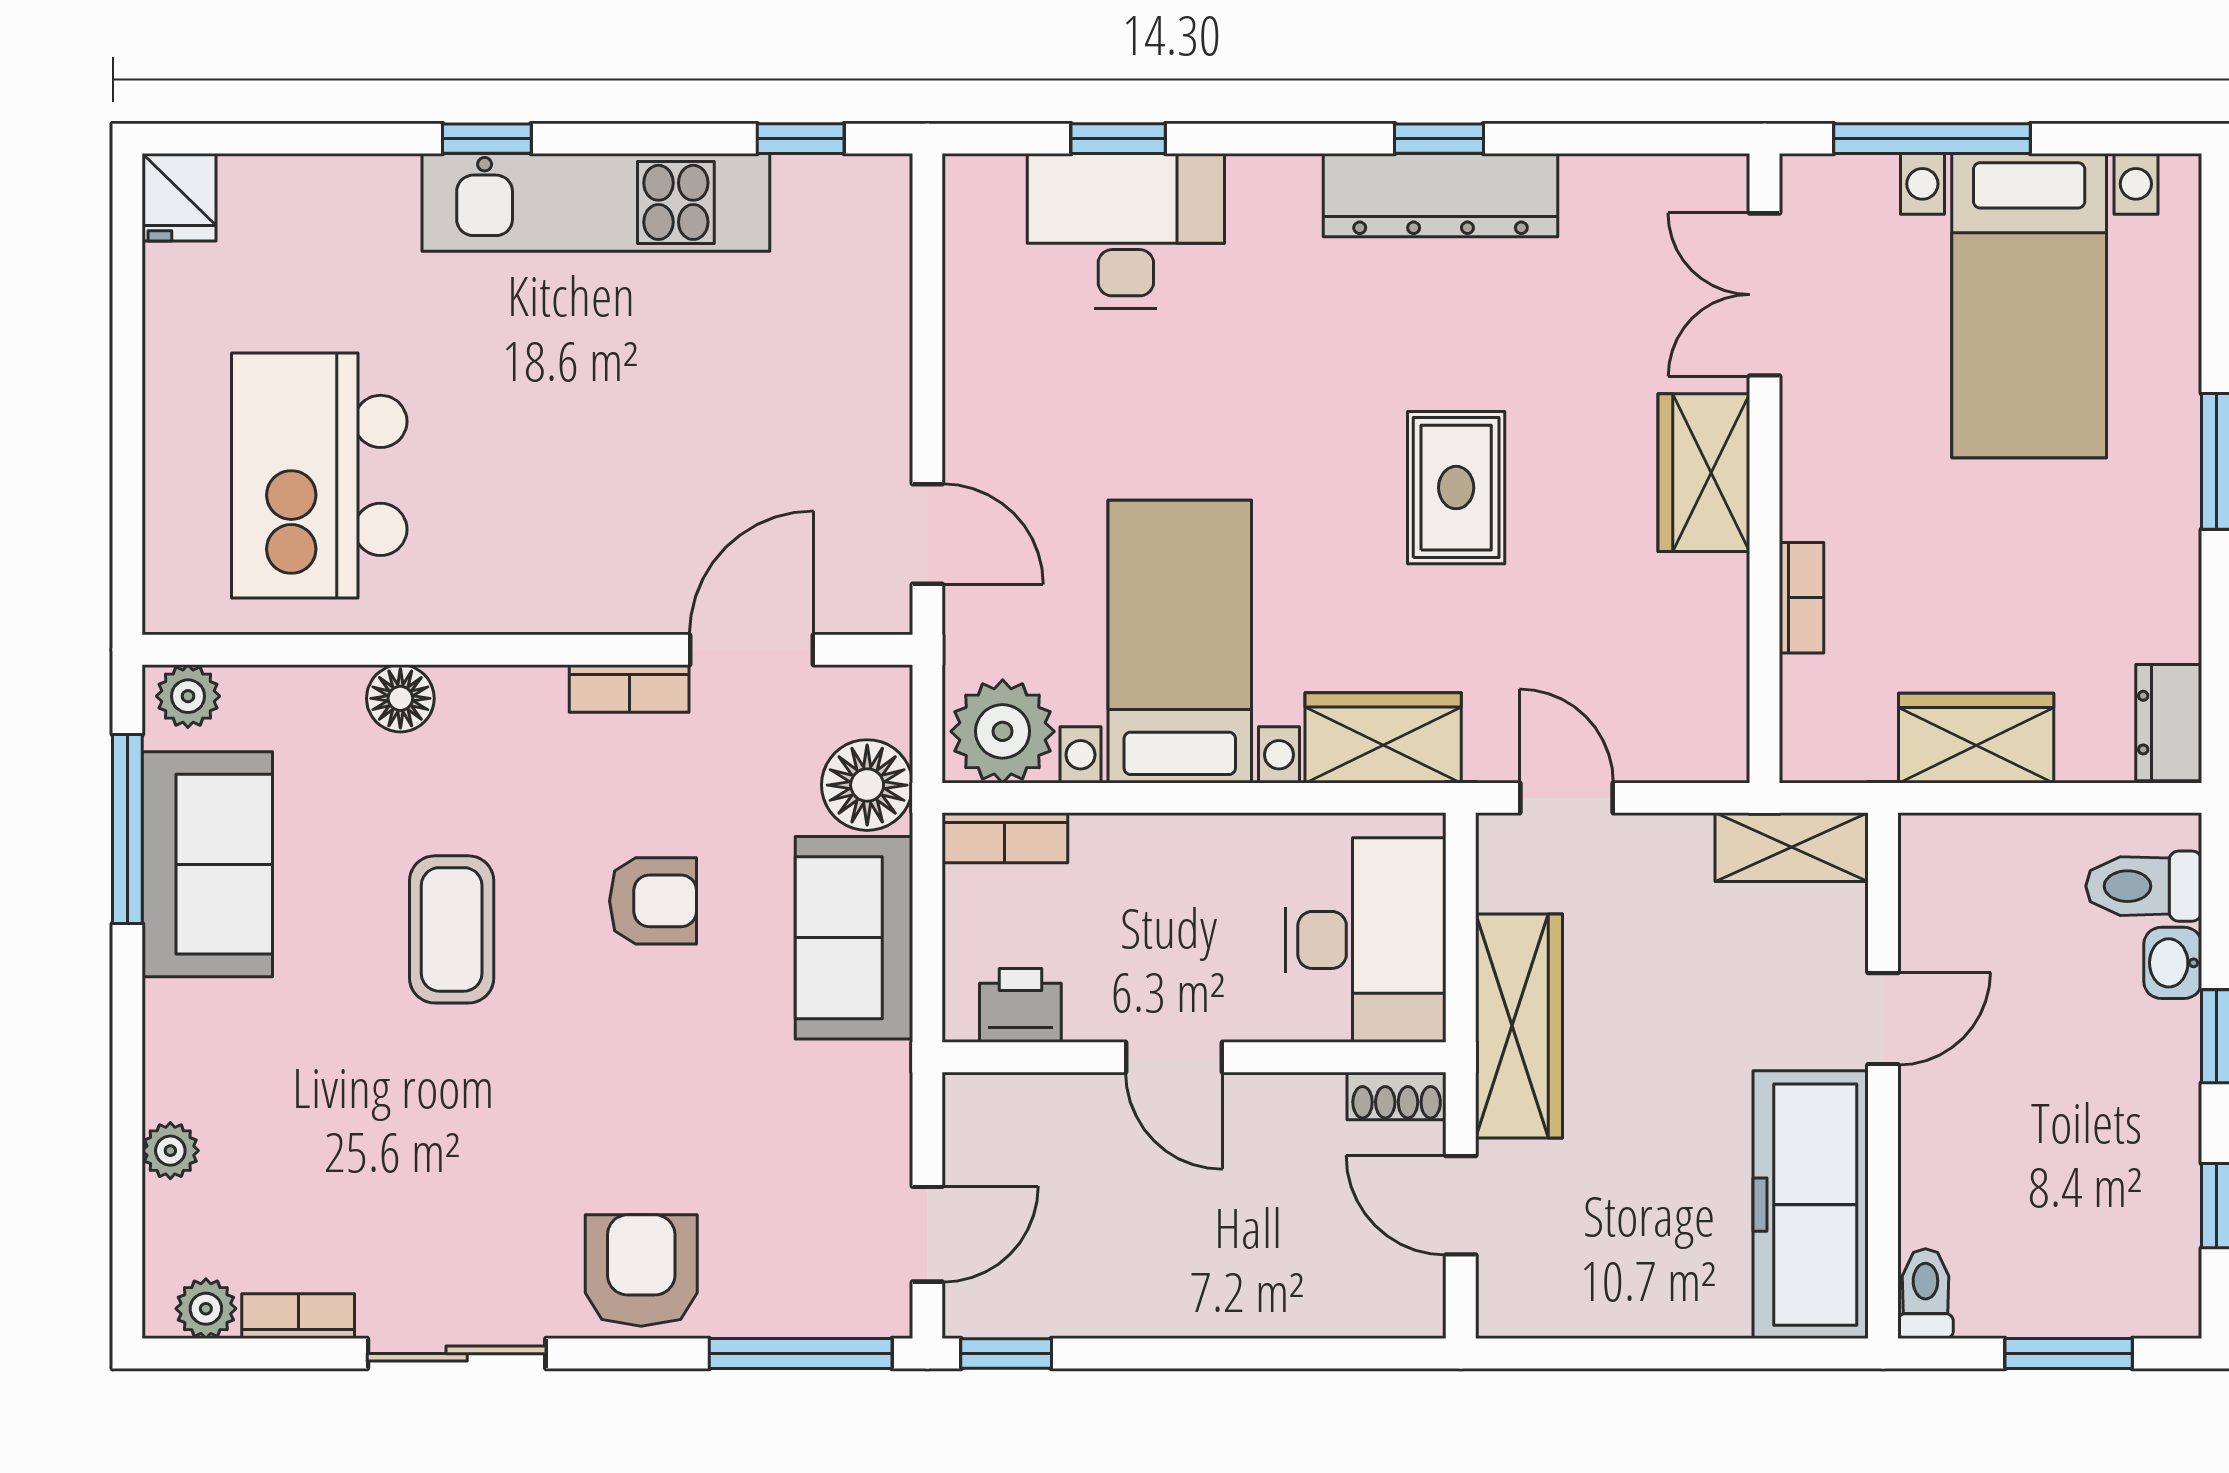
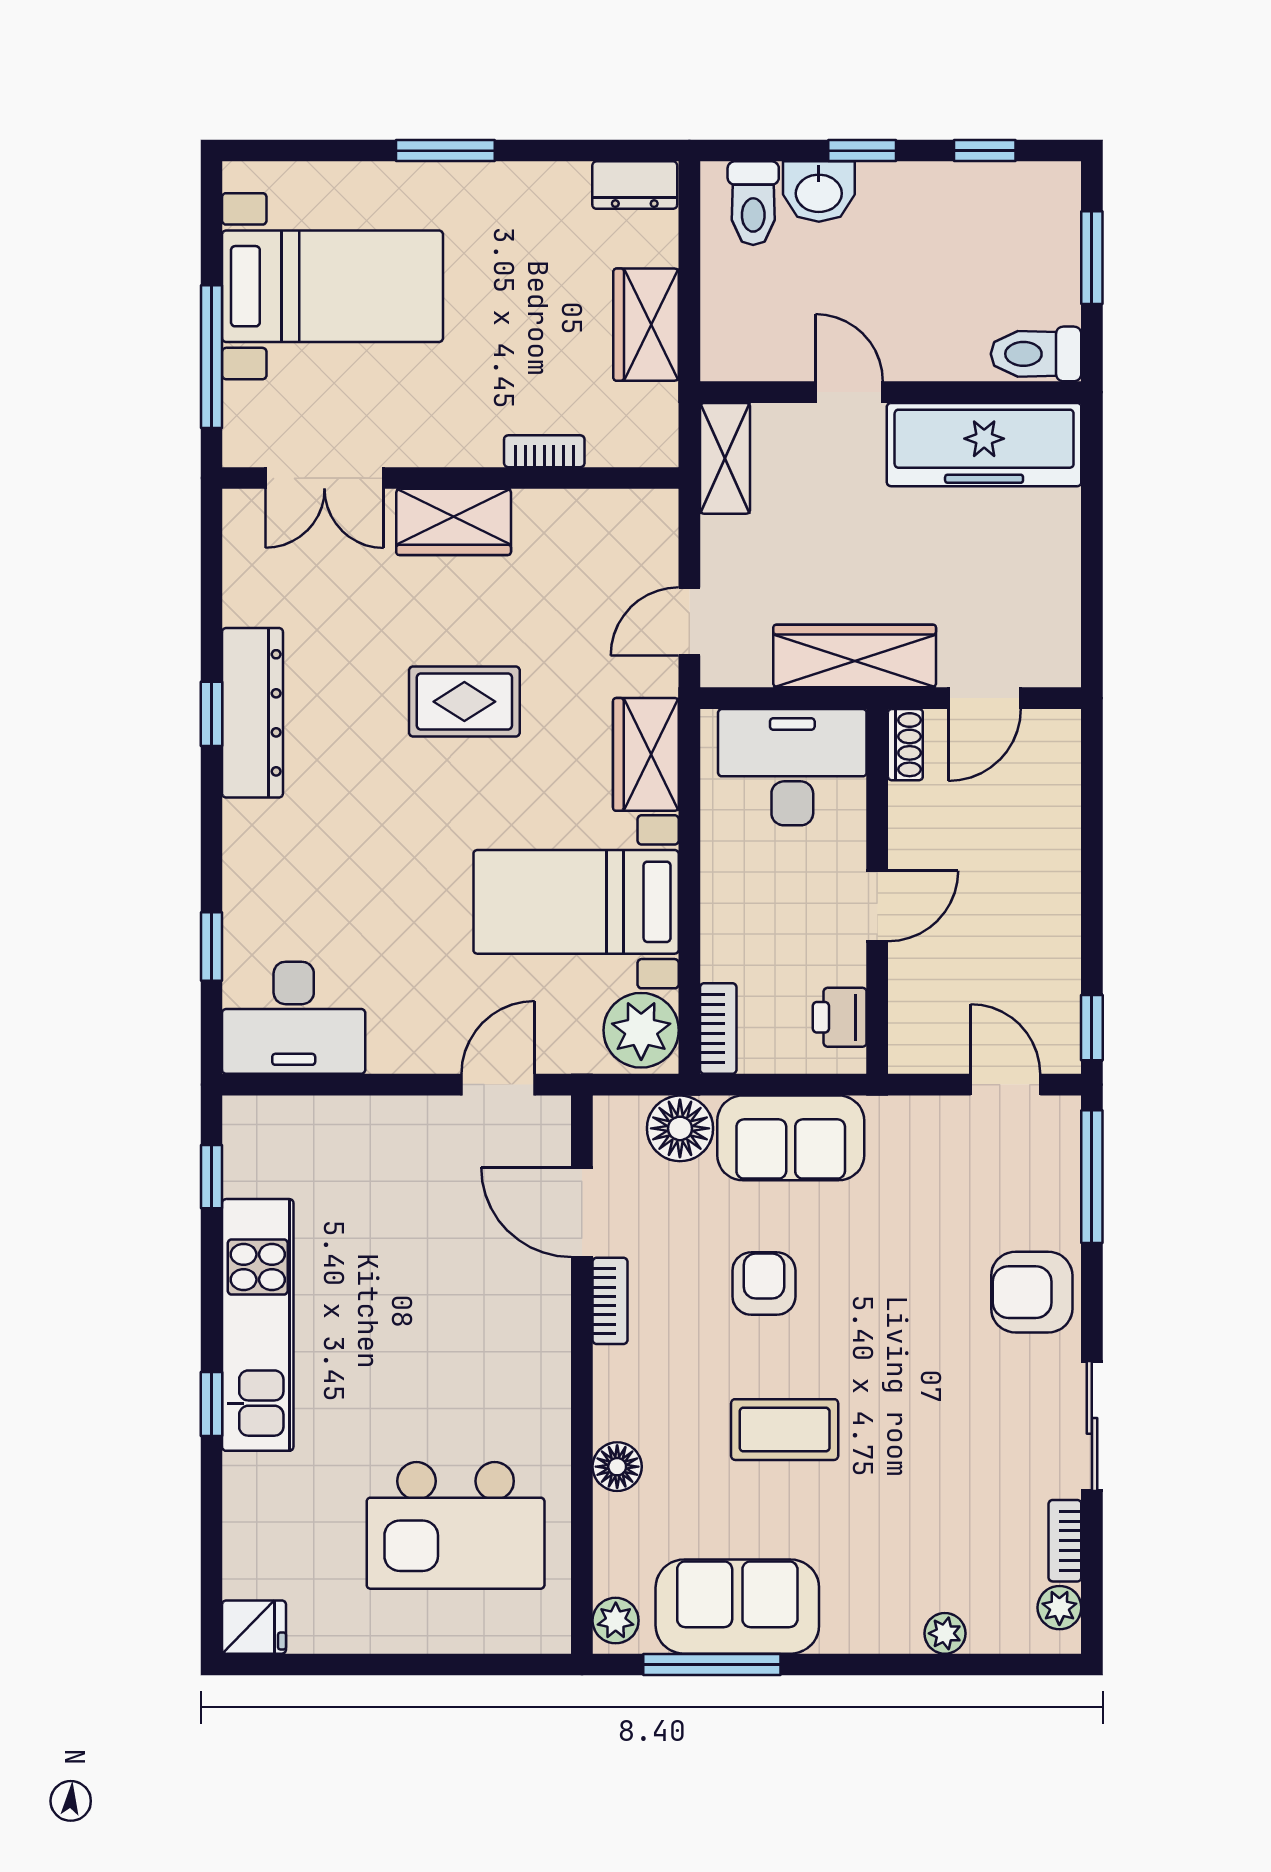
desk: (1126, 231) -> (294, 1018), moved, turned -90
washbasin: (2173, 963) -> (819, 192), width x1.38, depth x1.45
toilet: (1925, 1294) -> (1036, 354), width x1.37, depth x1.39

